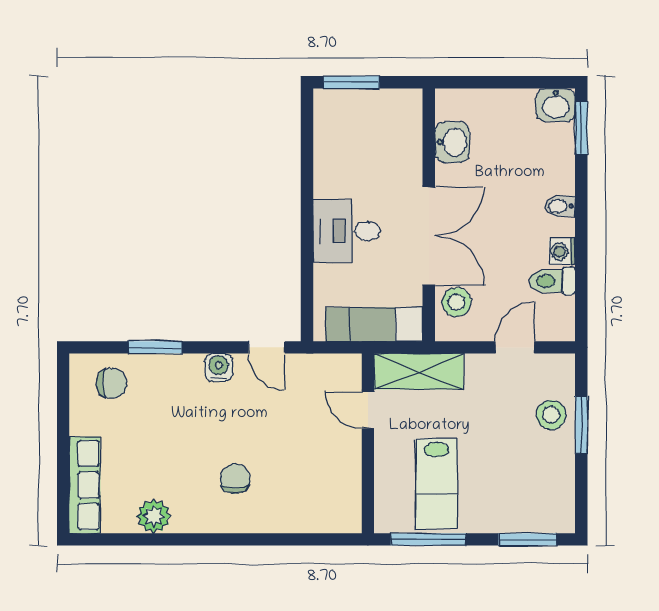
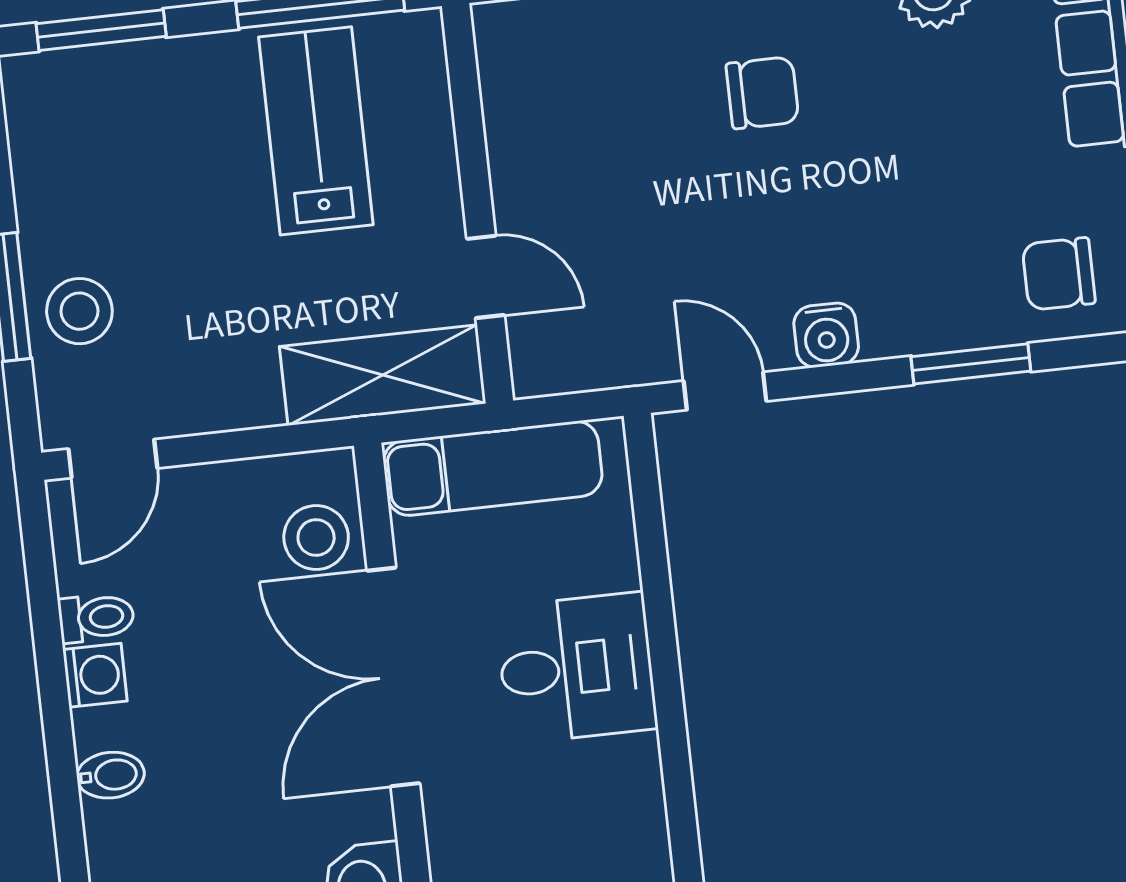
toilet: (552, 281) -> (96, 618), width x0.73, depth x0.72
door: (515, 347) -> (113, 459), moved
chair: (235, 479) -> (762, 93), turned -90

